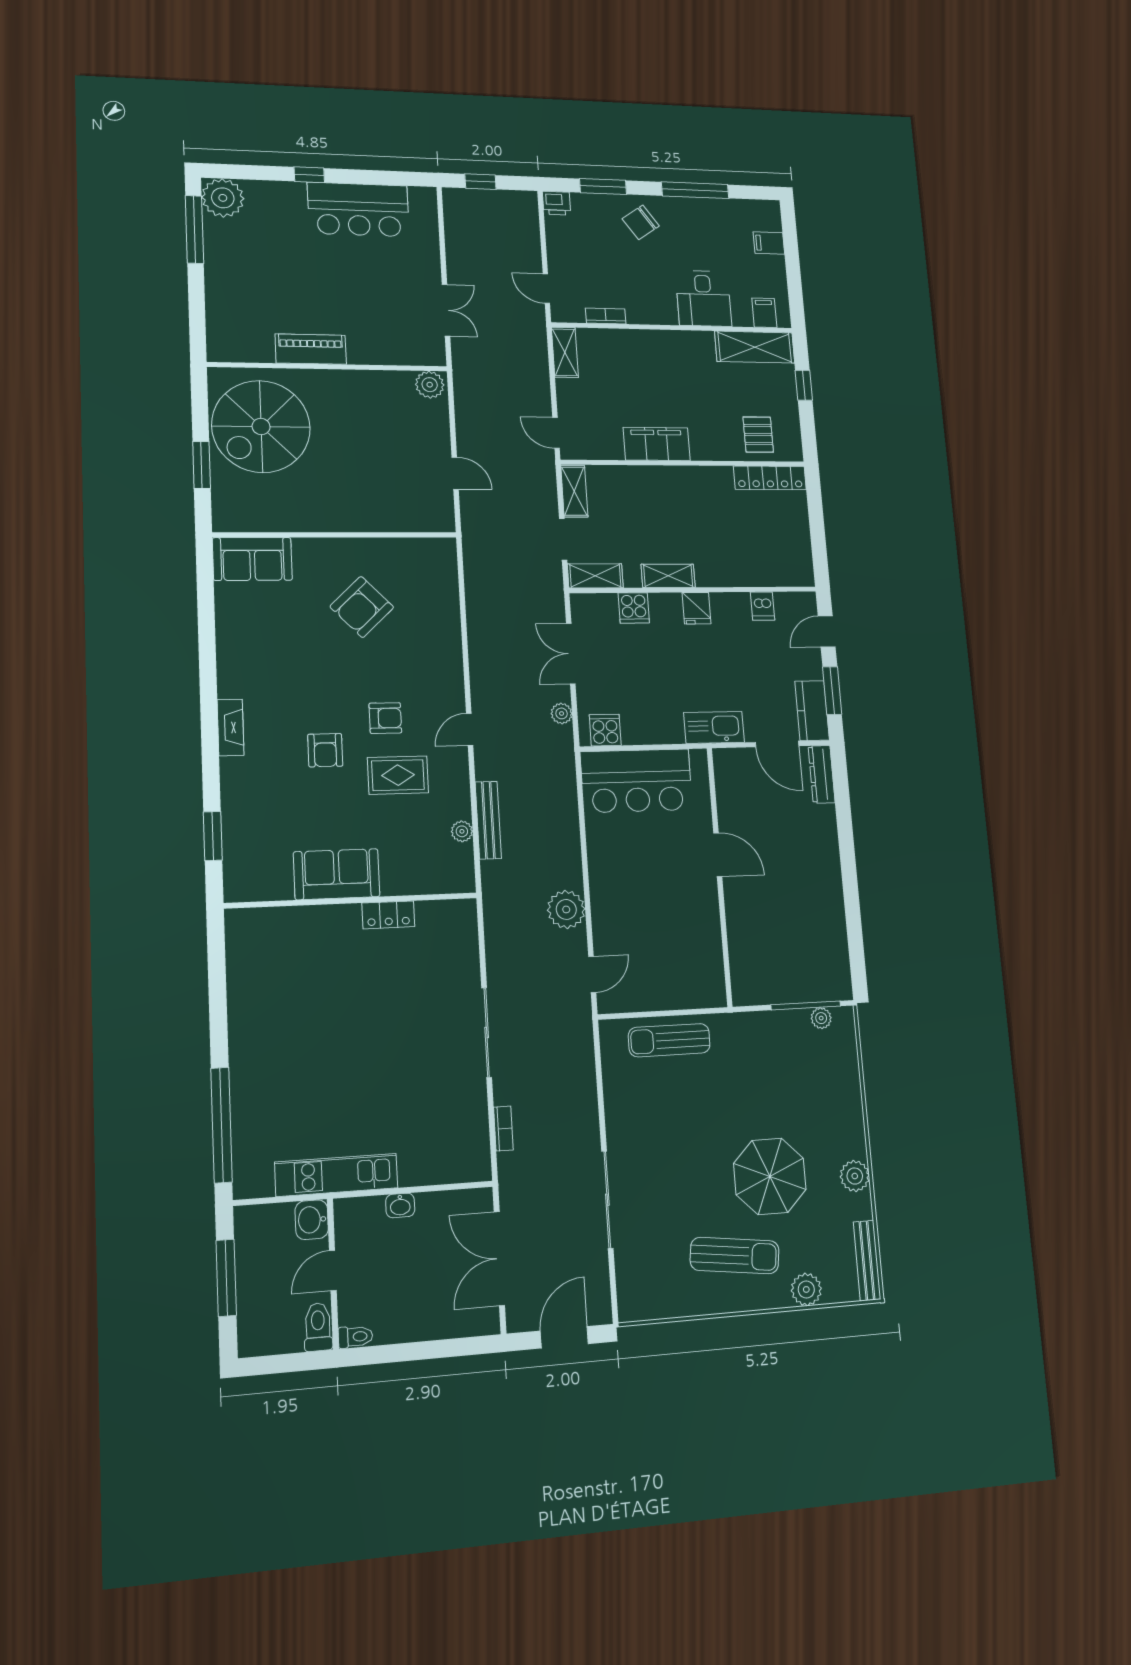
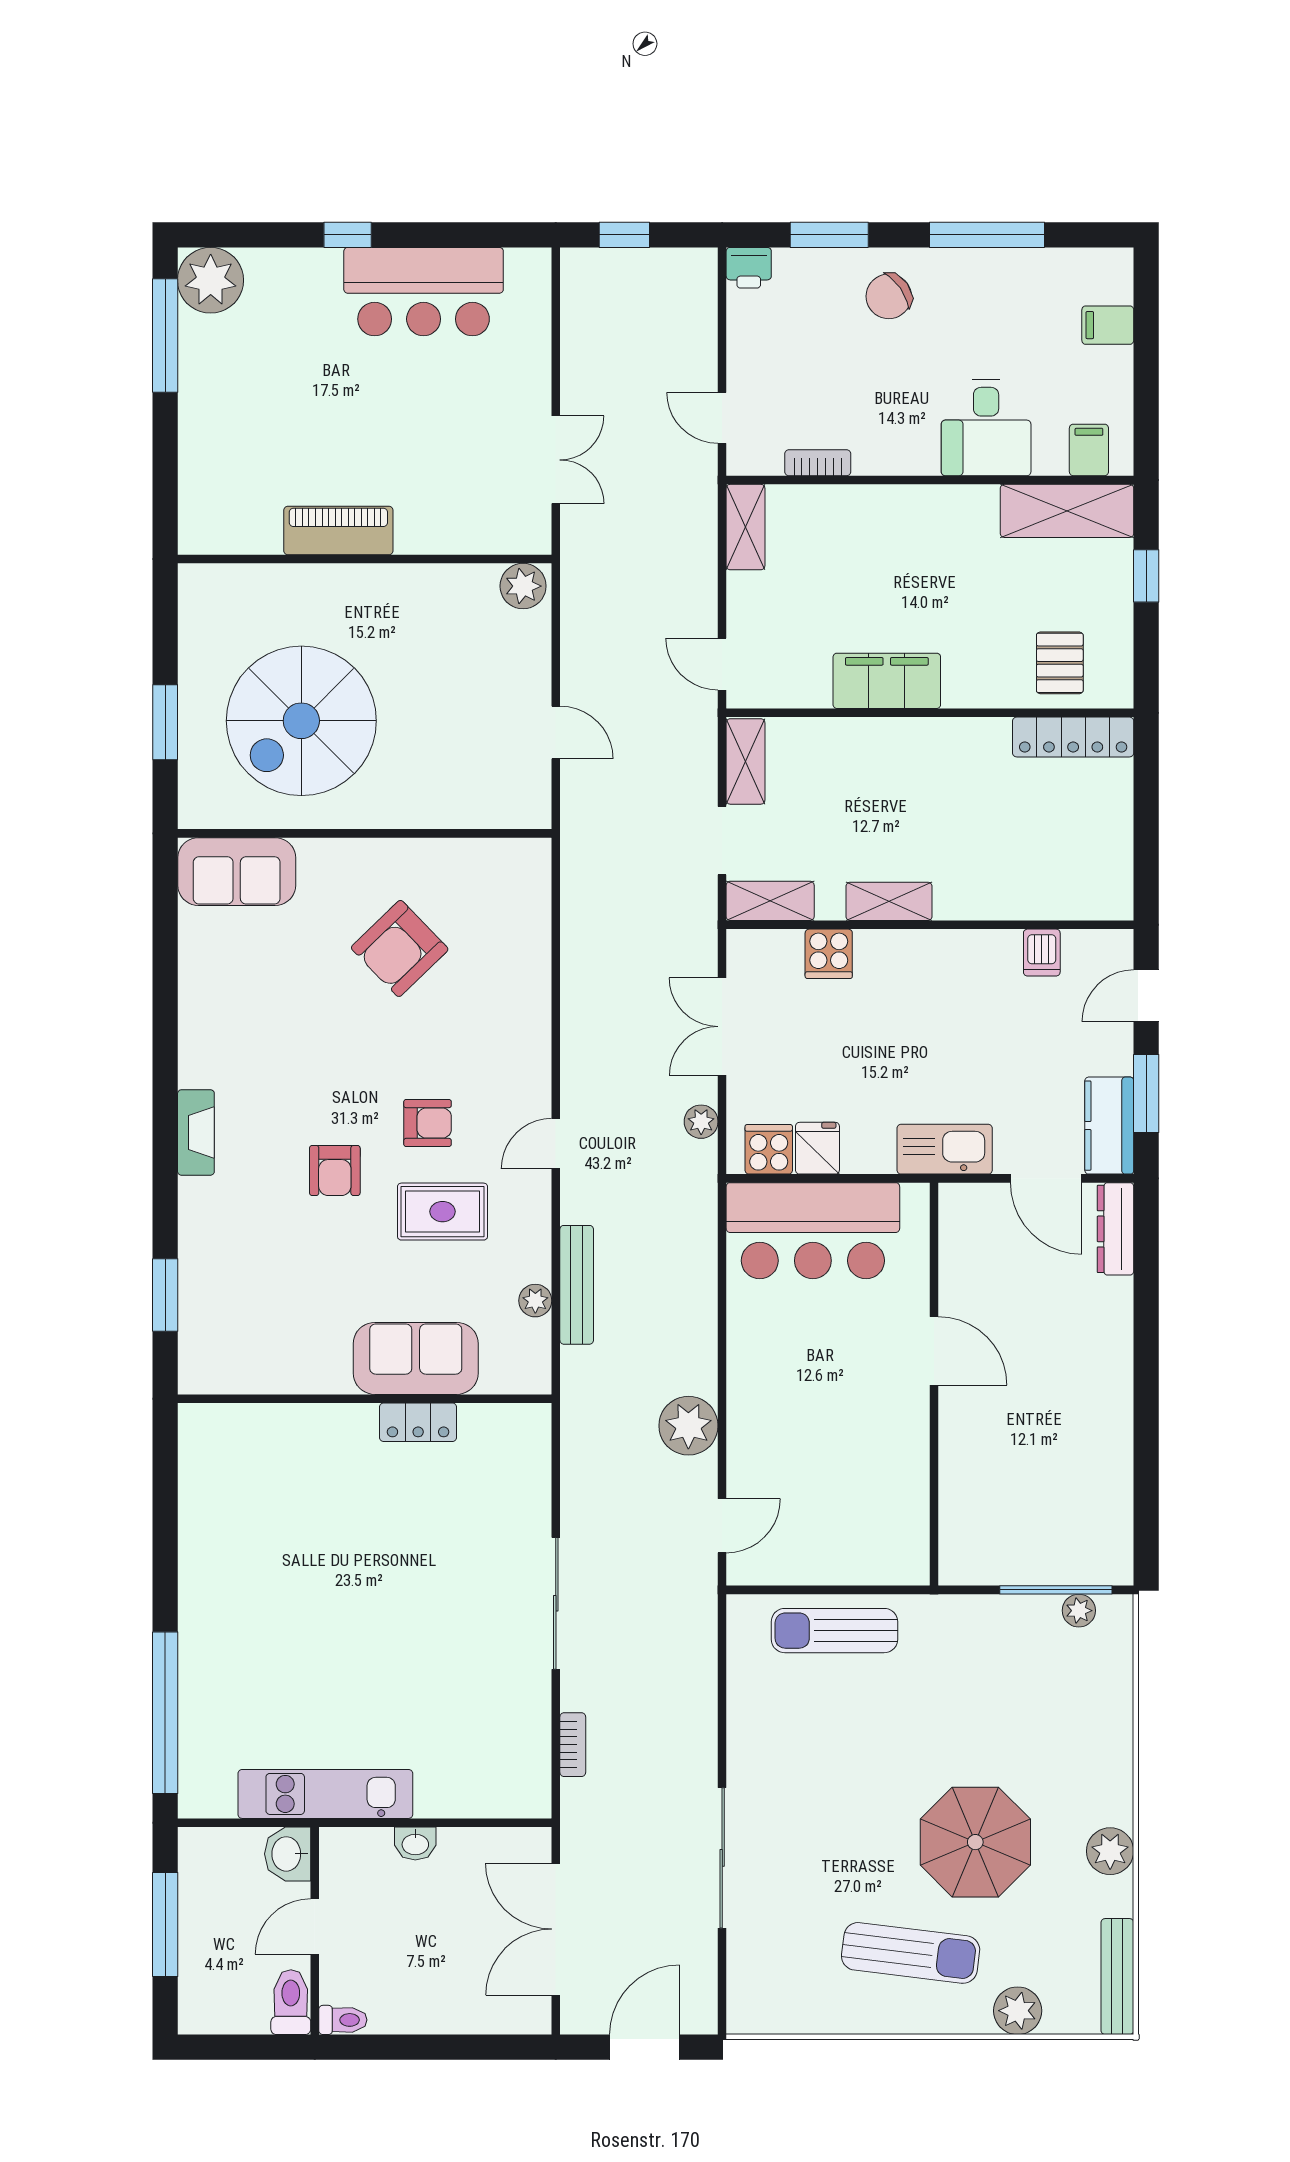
spiral stairs: (261, 427) -> (301, 721), moved
fridge: (696, 608) -> (817, 1148), moved, turned 180
sofa: (337, 874) -> (416, 1358), moved

